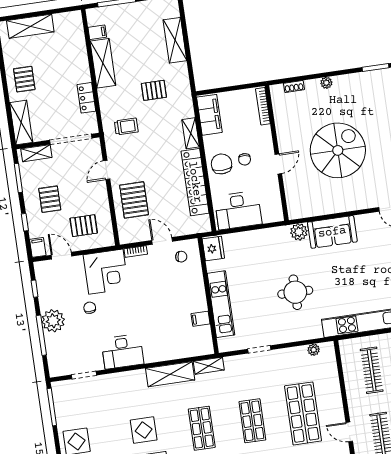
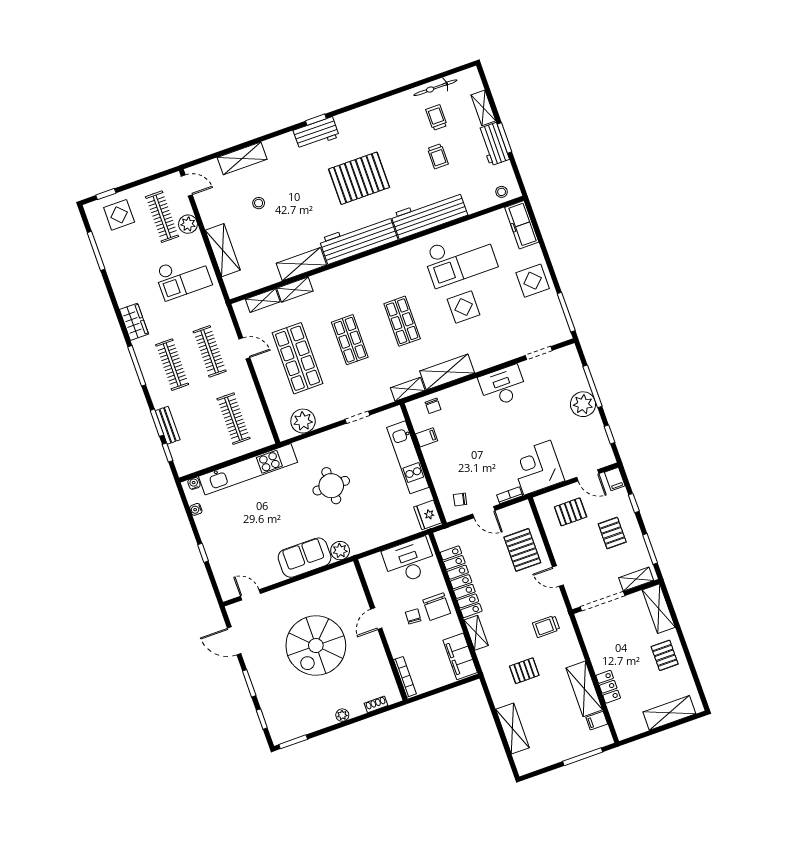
locker: (86, 98) -> (608, 687), moved
door: (107, 170) -> (558, 576), swing flipped
chair: (90, 308) -> (433, 406), moved
plant: (314, 350) -> (303, 421), width x1.88, depth x1.88

